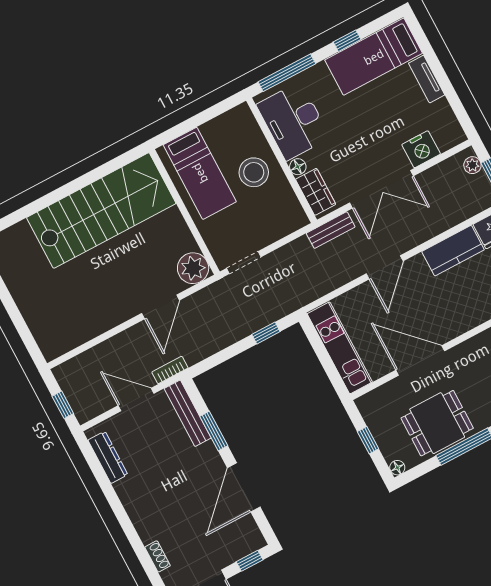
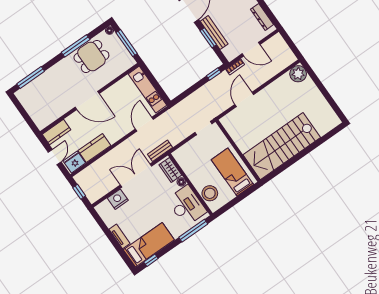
window: (347, 41) -> (151, 260), moved
plant: (472, 165) -> (90, 194), removed
stool: (254, 172) -> (210, 193), moved
door: (385, 267) -> (144, 124), moved
plant: (193, 268) -> (298, 74), moved
window: (266, 333) -> (214, 74), moved
door: (420, 361) -> (87, 100), moved
window: (63, 405) -> (289, 42), removed
bench: (188, 413) -> (214, 33), moved
window: (368, 440) -> (127, 43), width x2.17

